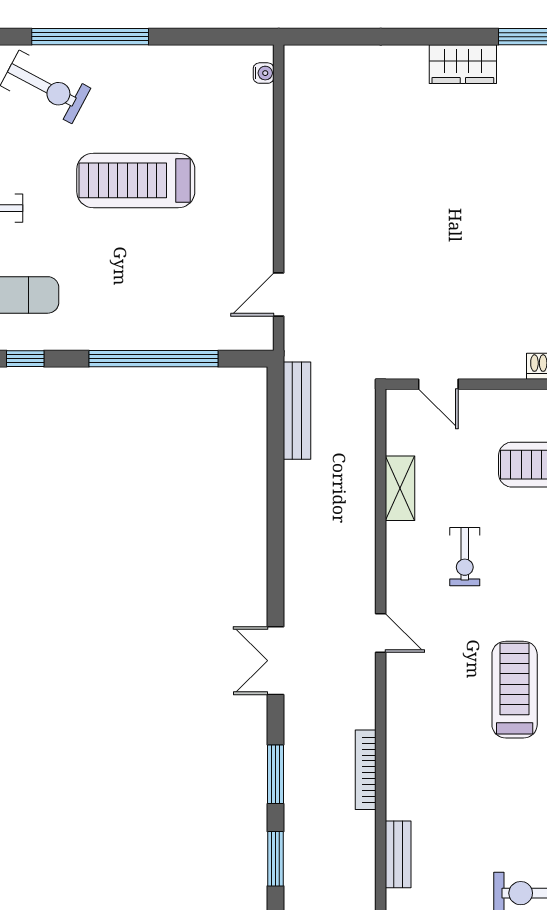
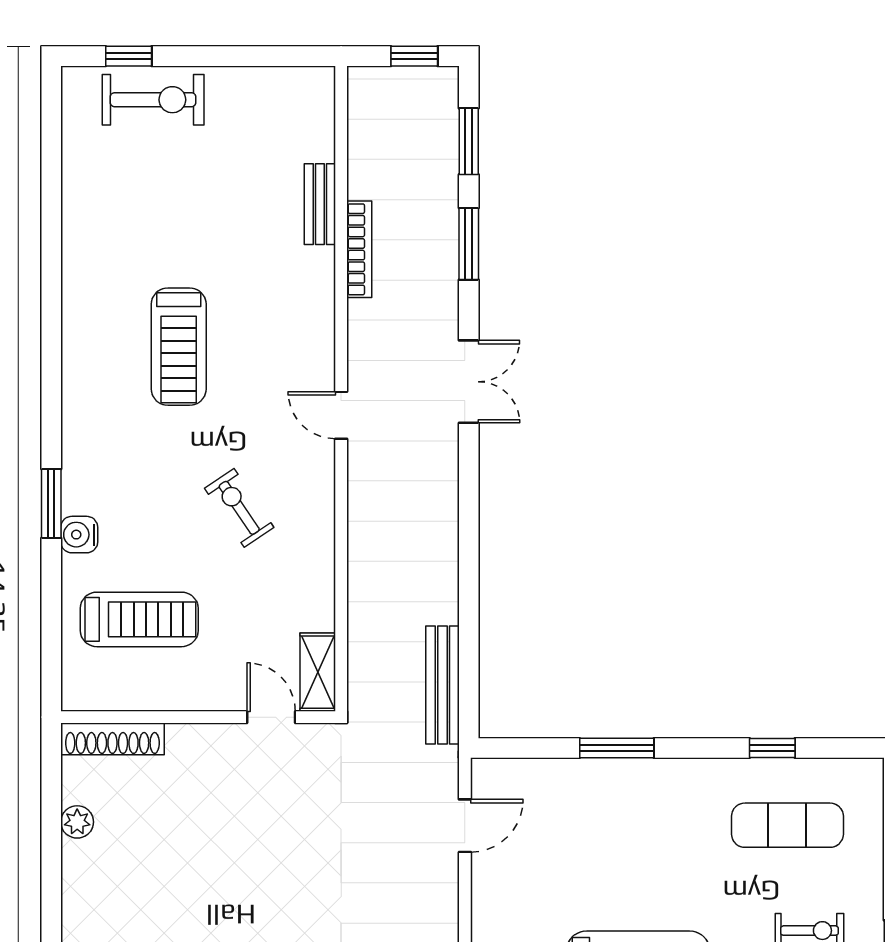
window: (153, 359) -> (617, 748), width x0.47
shelving: (400, 488) -> (318, 672), moved
exercise bike: (465, 557) -> (239, 508), turned -34
bench: (398, 854) -> (320, 204), moved

